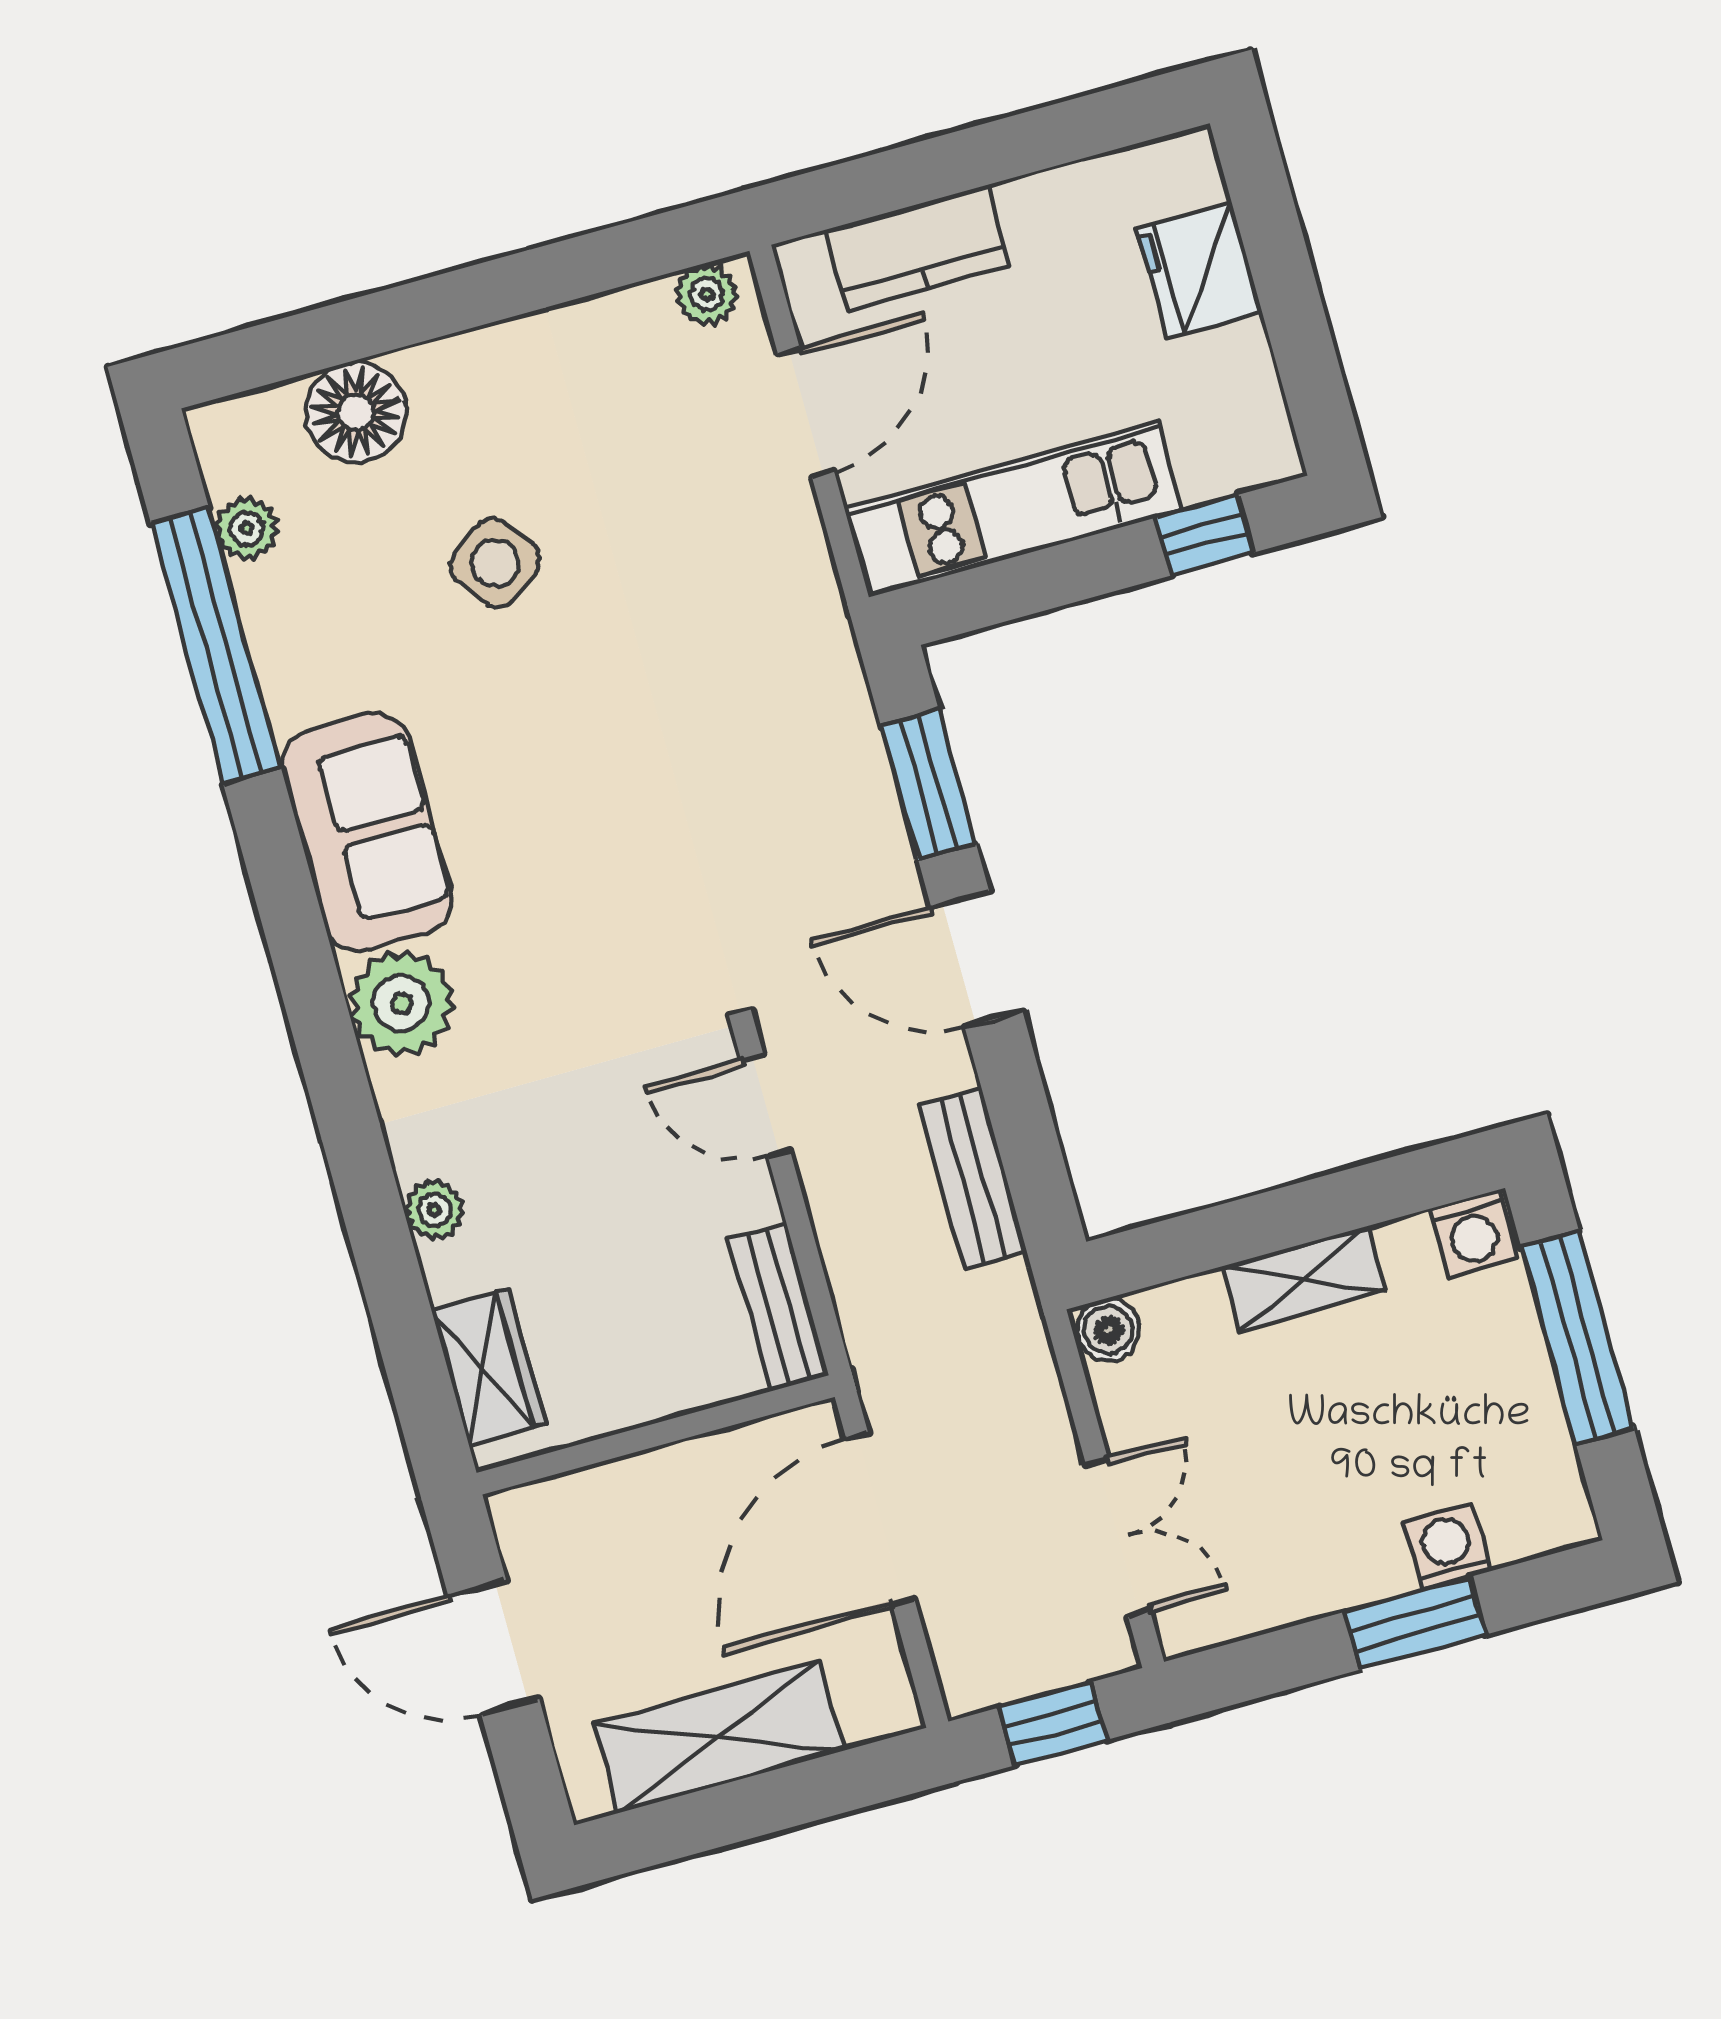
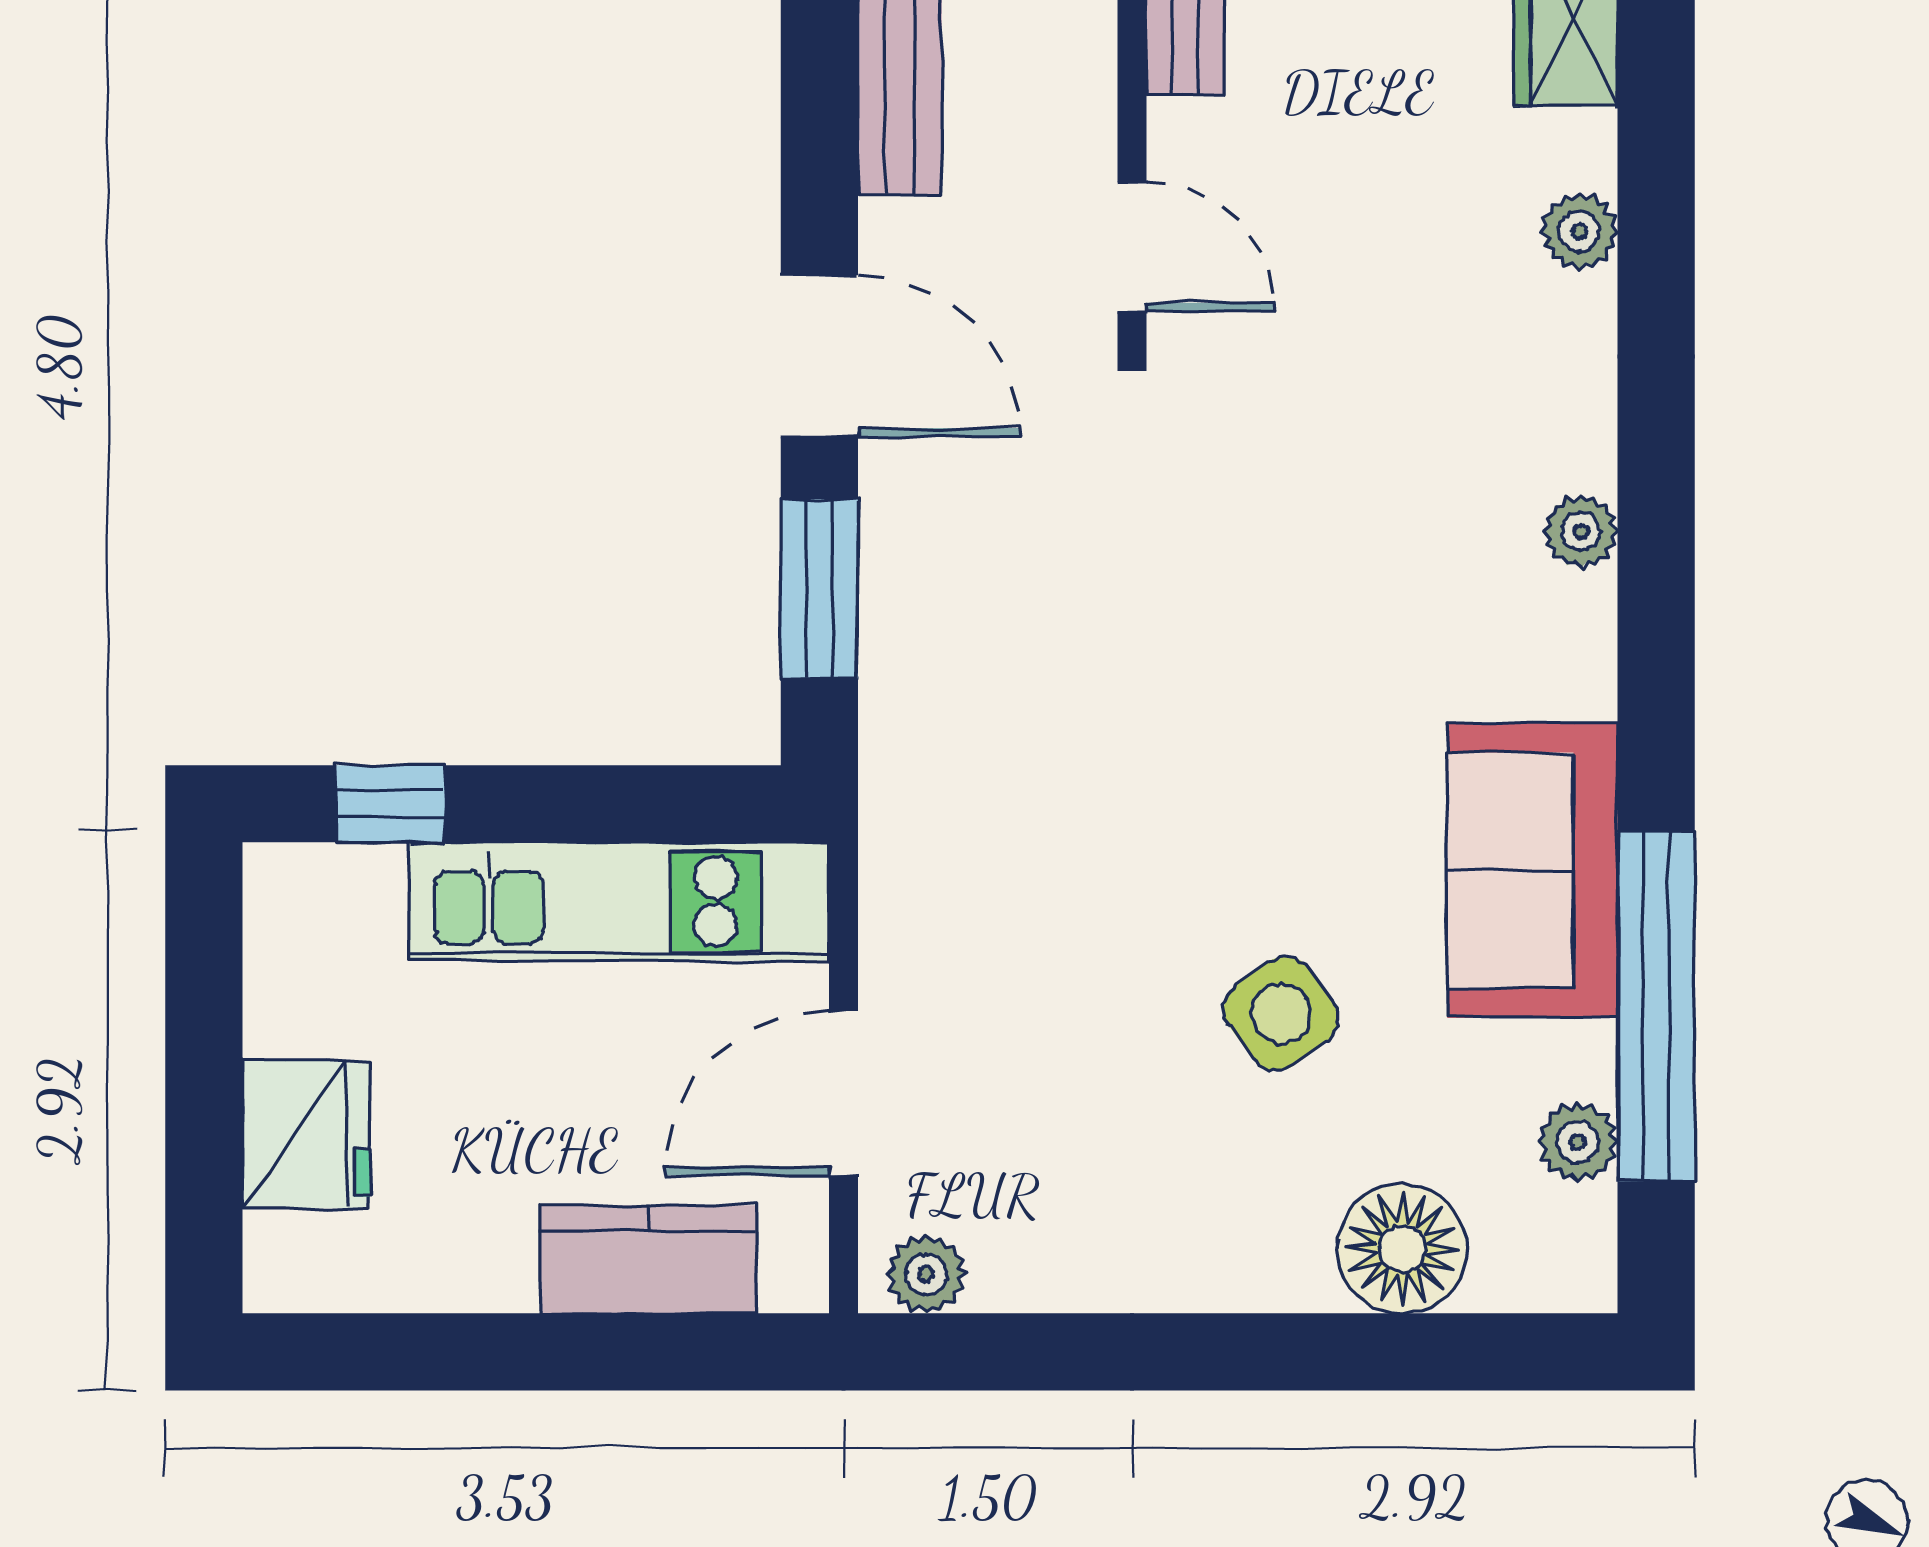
sofa: (367, 832) -> (1532, 870), moved
plant: (402, 1003) -> (1581, 531), width x0.53, depth x0.53

